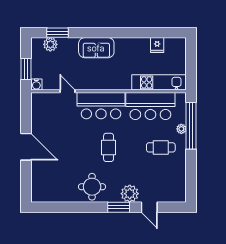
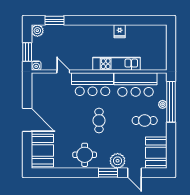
plant: (50, 44) -> (37, 31), moved
fridge: (157, 45) -> (120, 31), moved
sofa: (96, 48) -> (88, 33), removed
kitchen unit: (159, 82) -> (117, 64), moved
booth: (43, 182) -> (42, 150), added
booth: (174, 184) -> (156, 153), added

